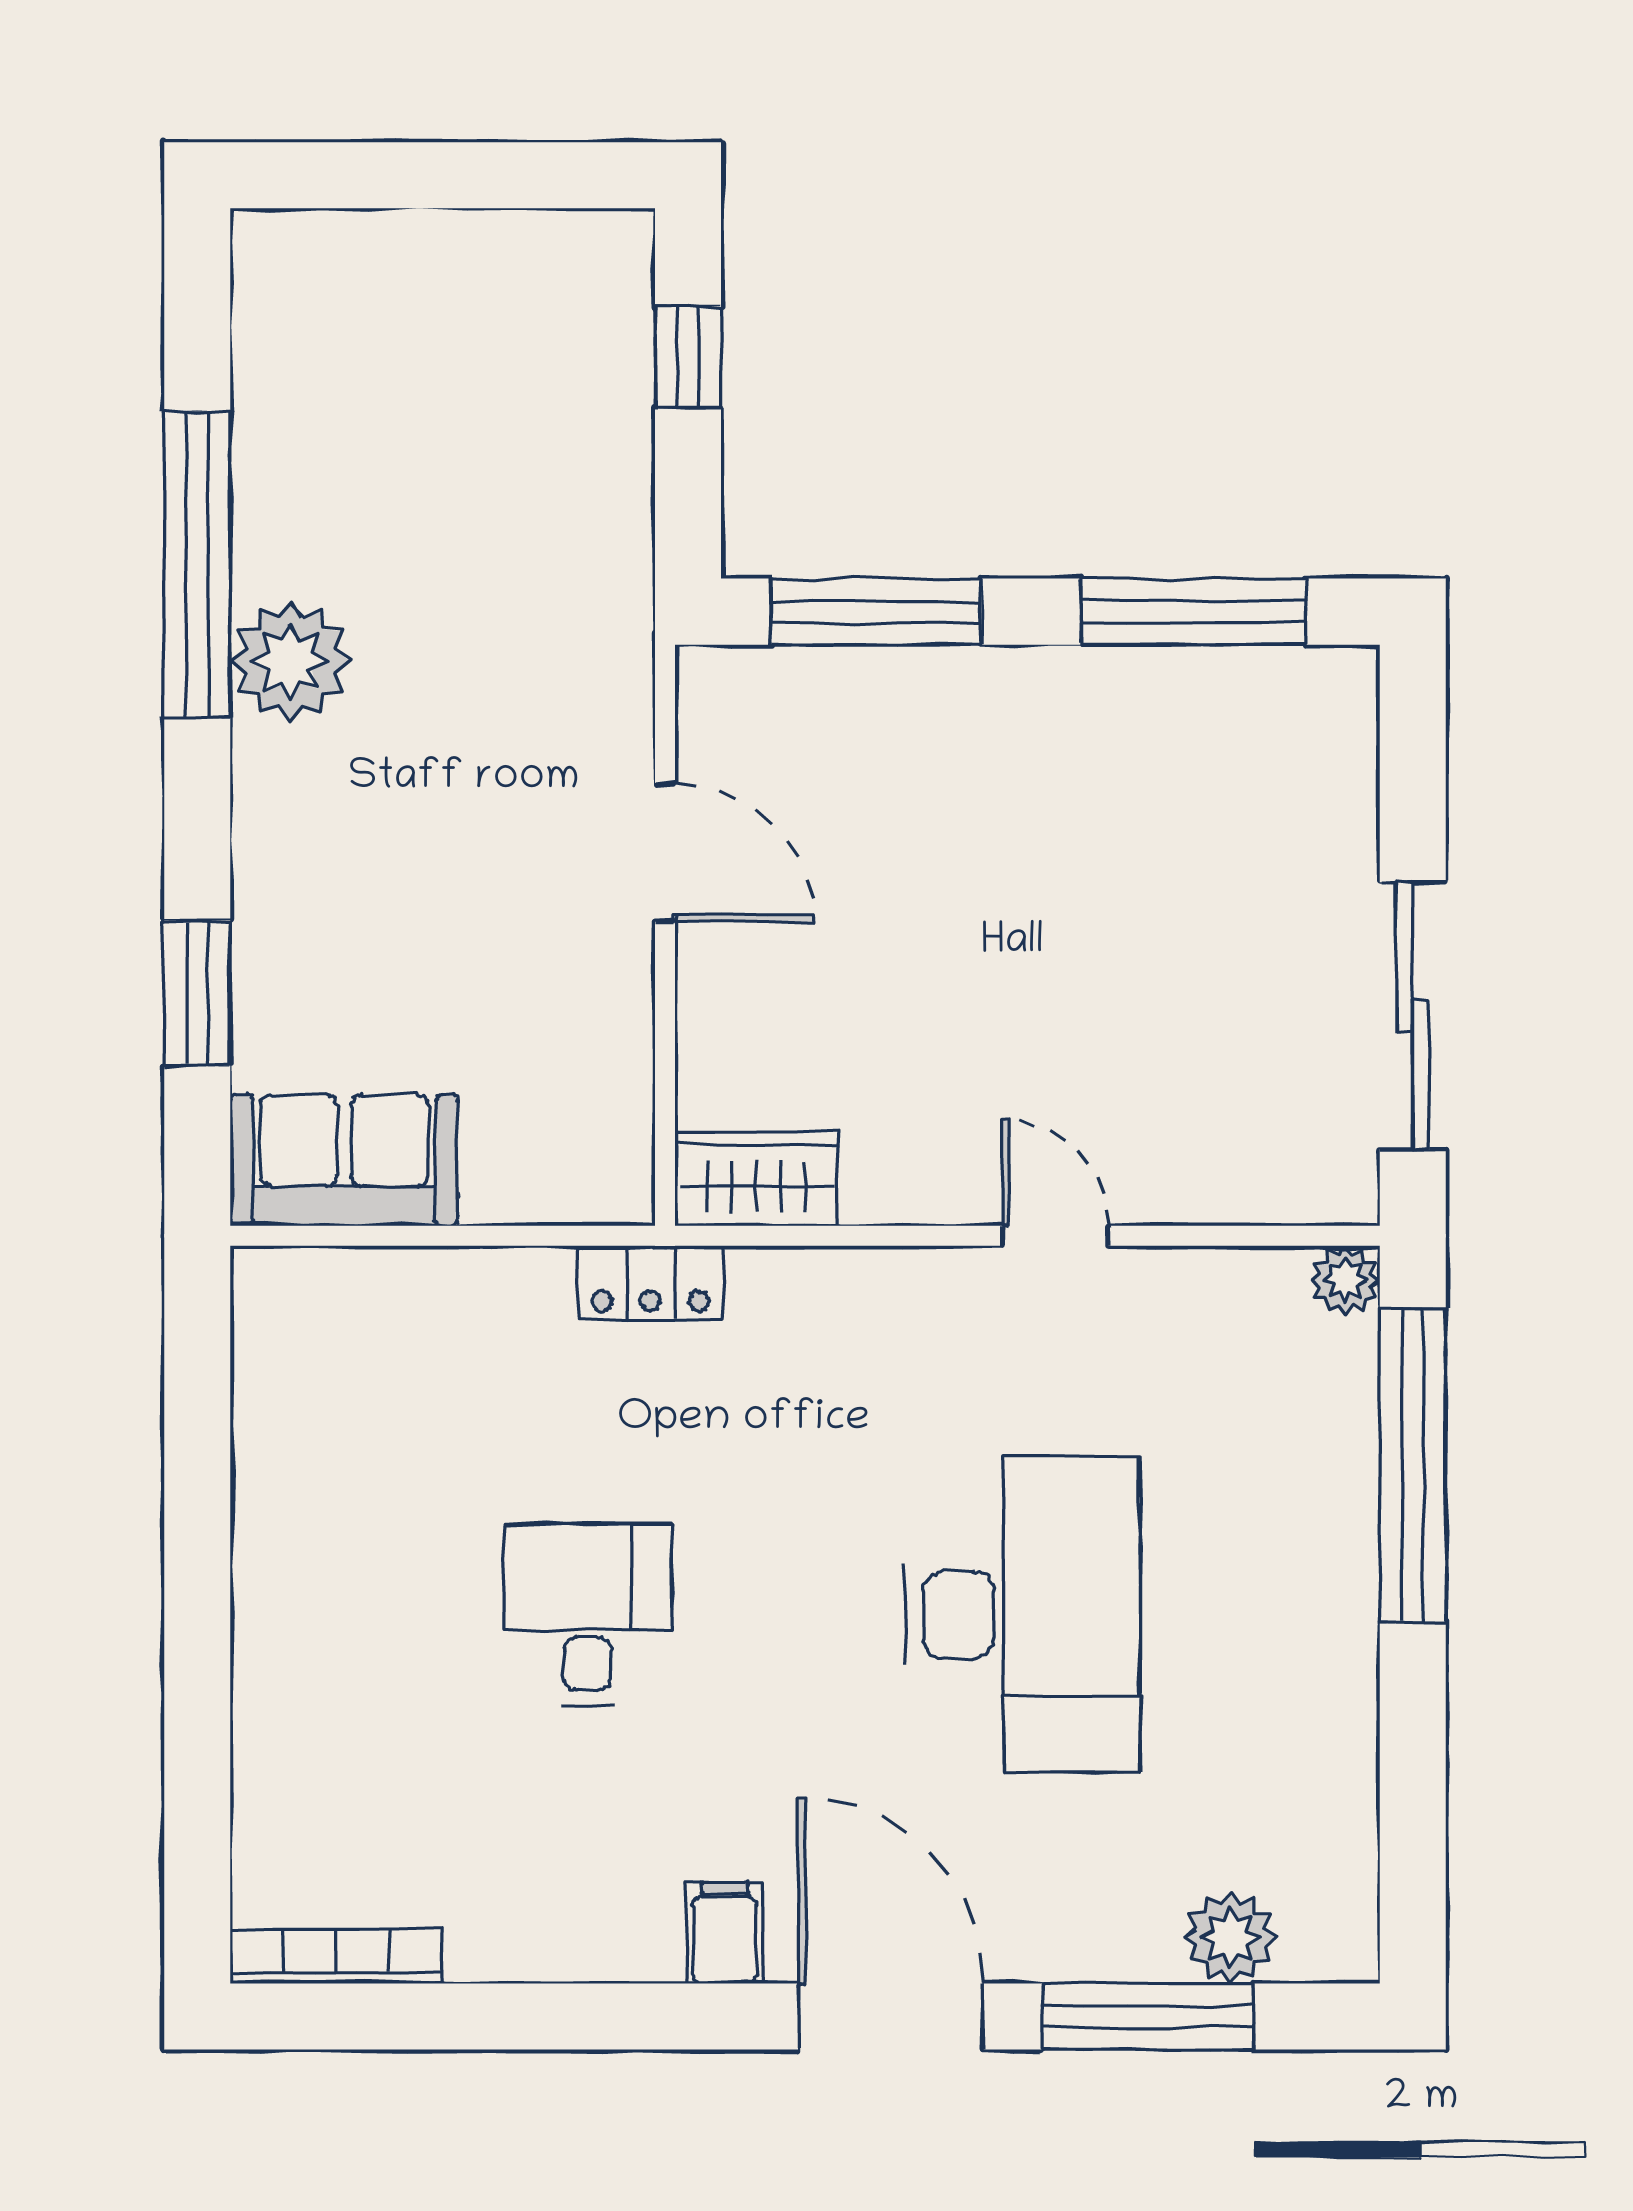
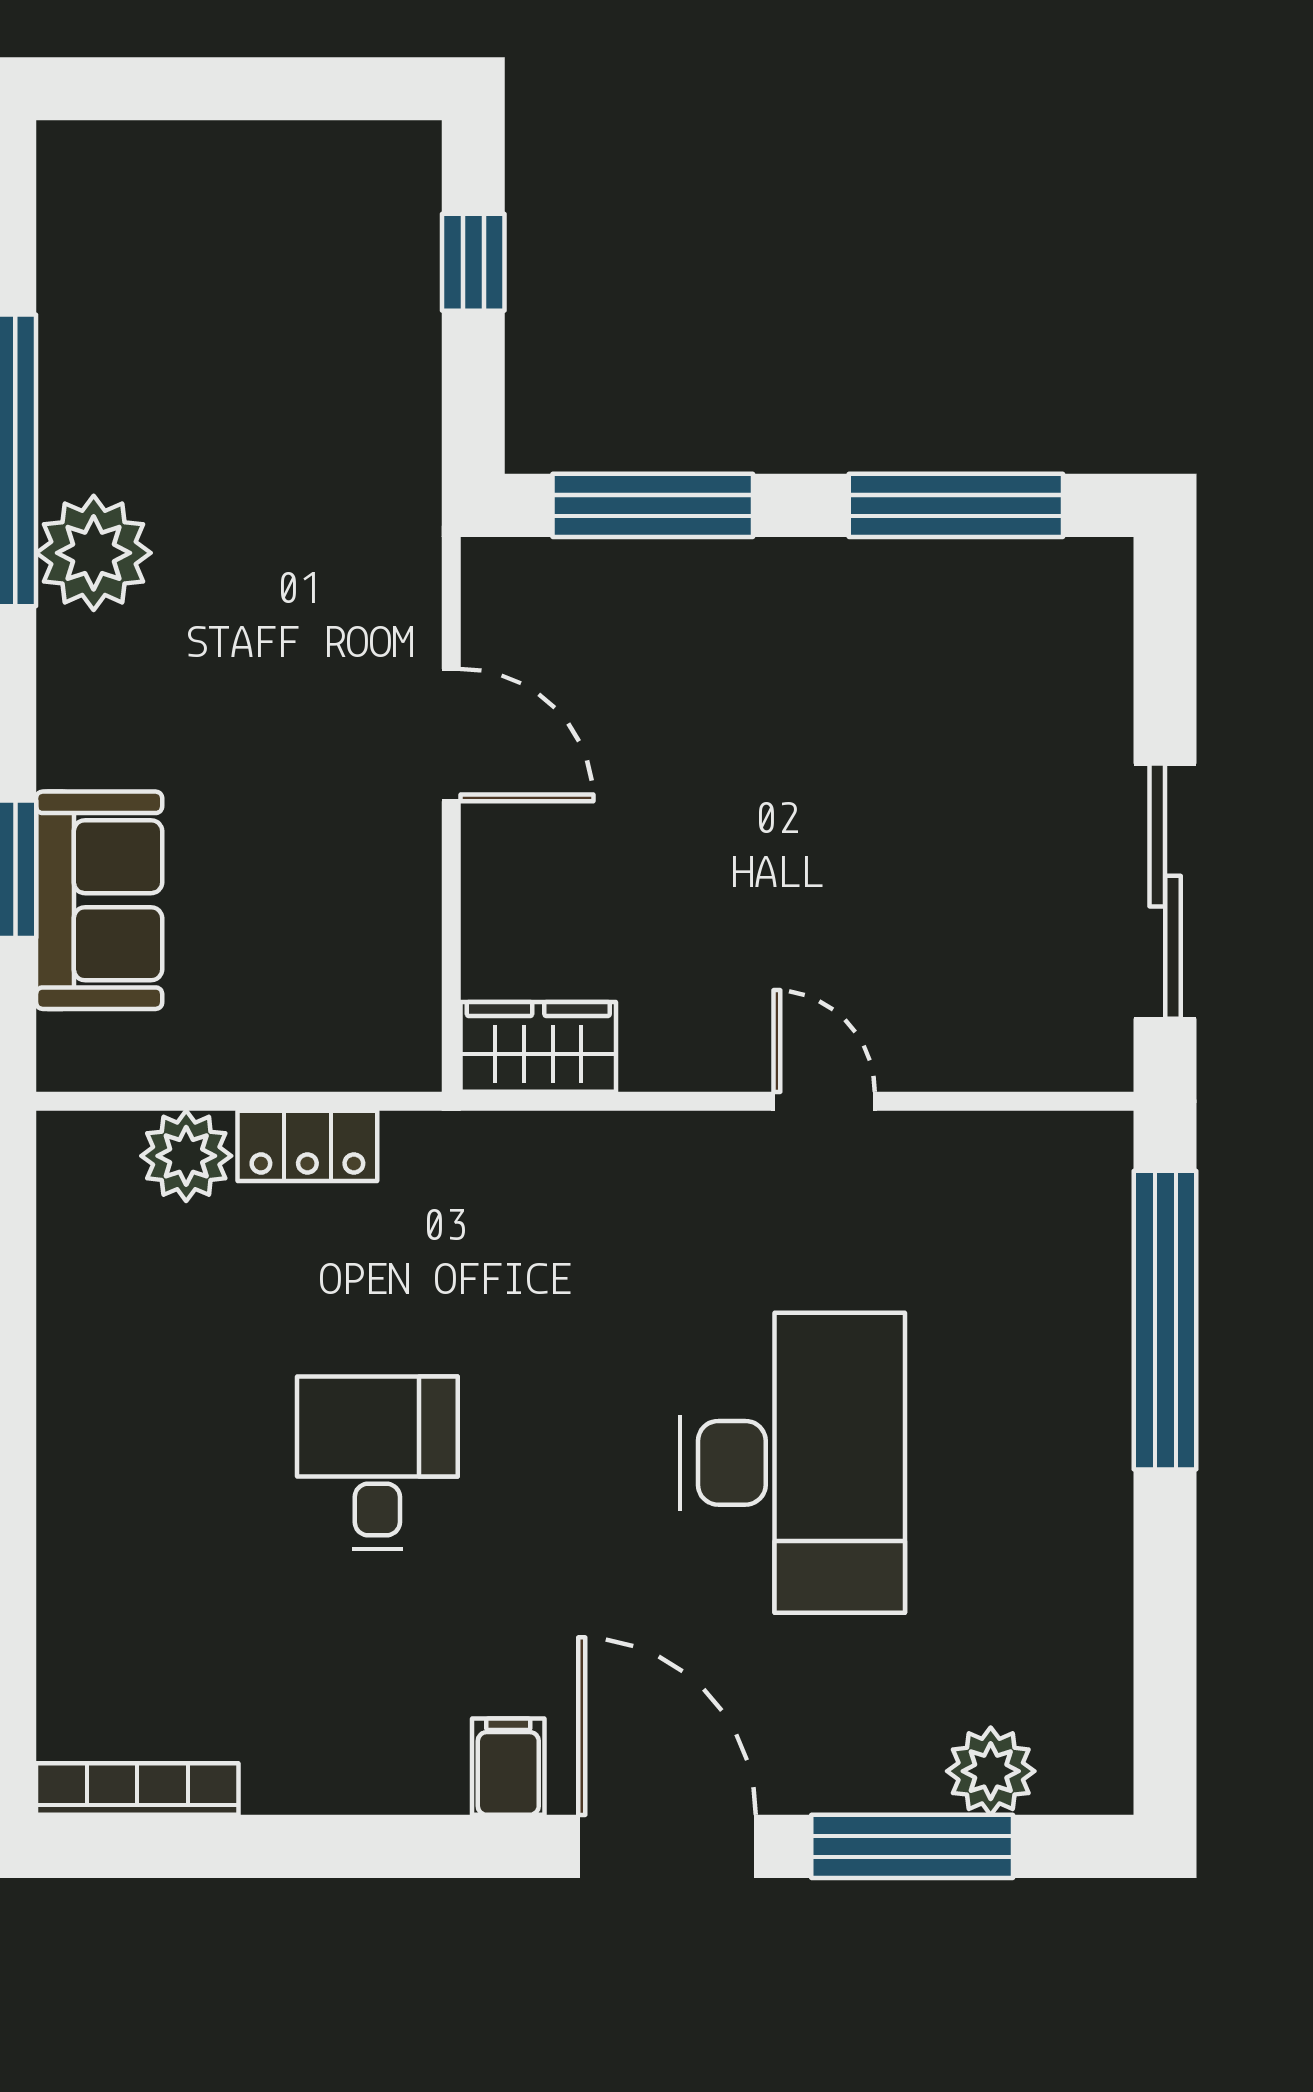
sofa: (344, 1160) -> (99, 900), moved, turned 90
plant: (1345, 1280) -> (186, 1156), moved, width x1.38, depth x1.38
locker: (650, 1283) -> (307, 1146), moved

